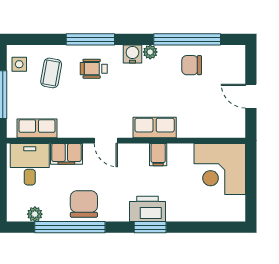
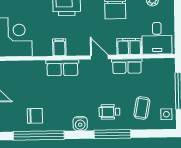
plant: (150, 52) -> (67, 125), removed
wheelchair: (94, 69) -> (109, 112), turned 180
row of seats: (37, 128) -> (127, 66), moved

